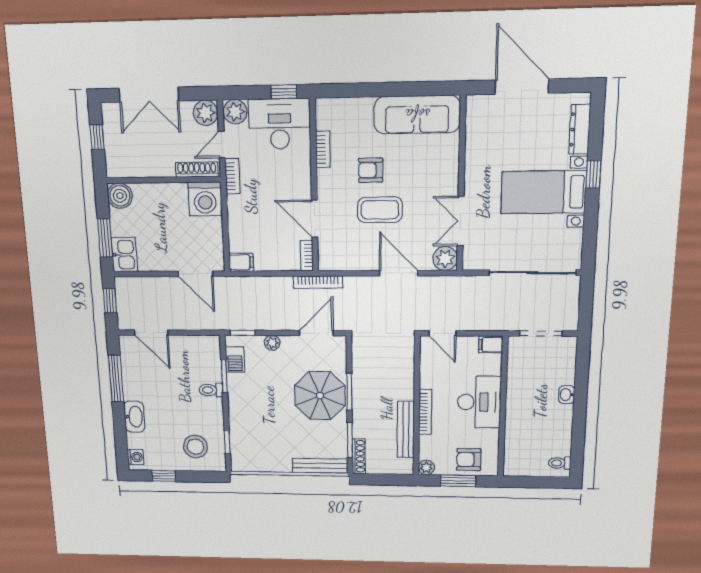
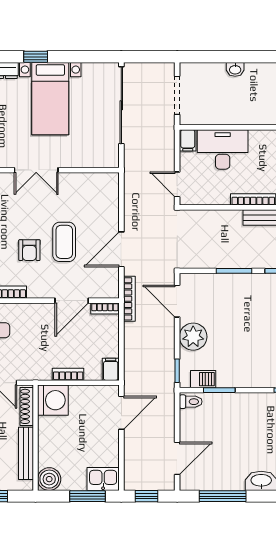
bench: (146, 169) -> (26, 453), added
bookcase: (232, 176) -> (68, 374), moved
double door: (461, 221) -> (36, 170), moved
plant: (445, 258) -> (108, 183), removed
door: (399, 273) -> (121, 249), moved
door: (443, 333) -> (177, 184), swing flipped
plant: (272, 343) -> (193, 337), width x1.88, depth x1.88
toilet: (211, 390) -> (191, 402), moved, turned -90
parasol: (320, 396) -> (238, 299), removed
desk: (479, 402) -> (223, 149), moved

